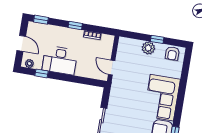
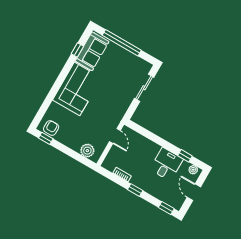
window: (157, 39) -> (46, 138), moved
plant: (148, 48) -> (87, 151), moved
desk: (60, 60) -> (166, 164), width x0.73

